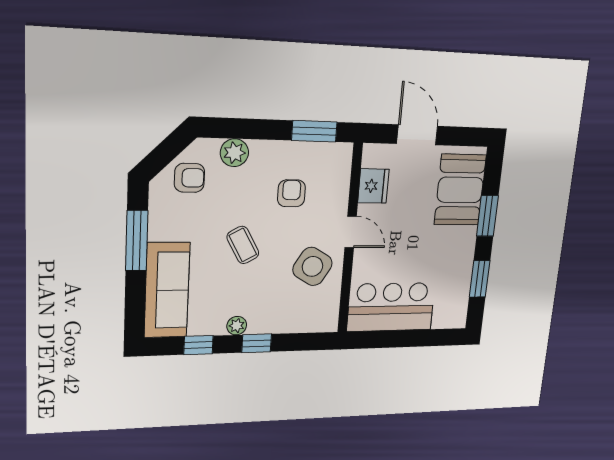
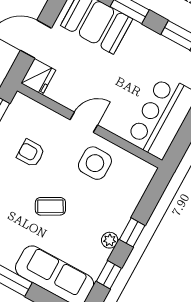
fridge: (373, 186) -> (38, 77), moved, turned 90
side table: (312, 266) -> (95, 163), turned -31

